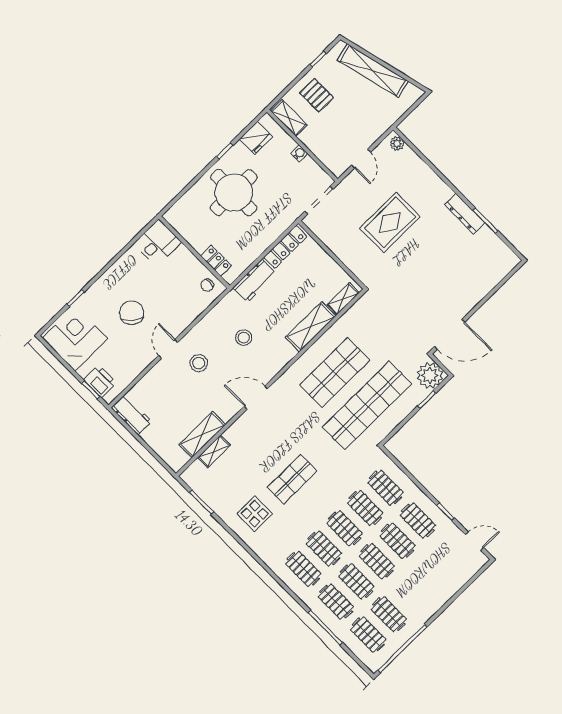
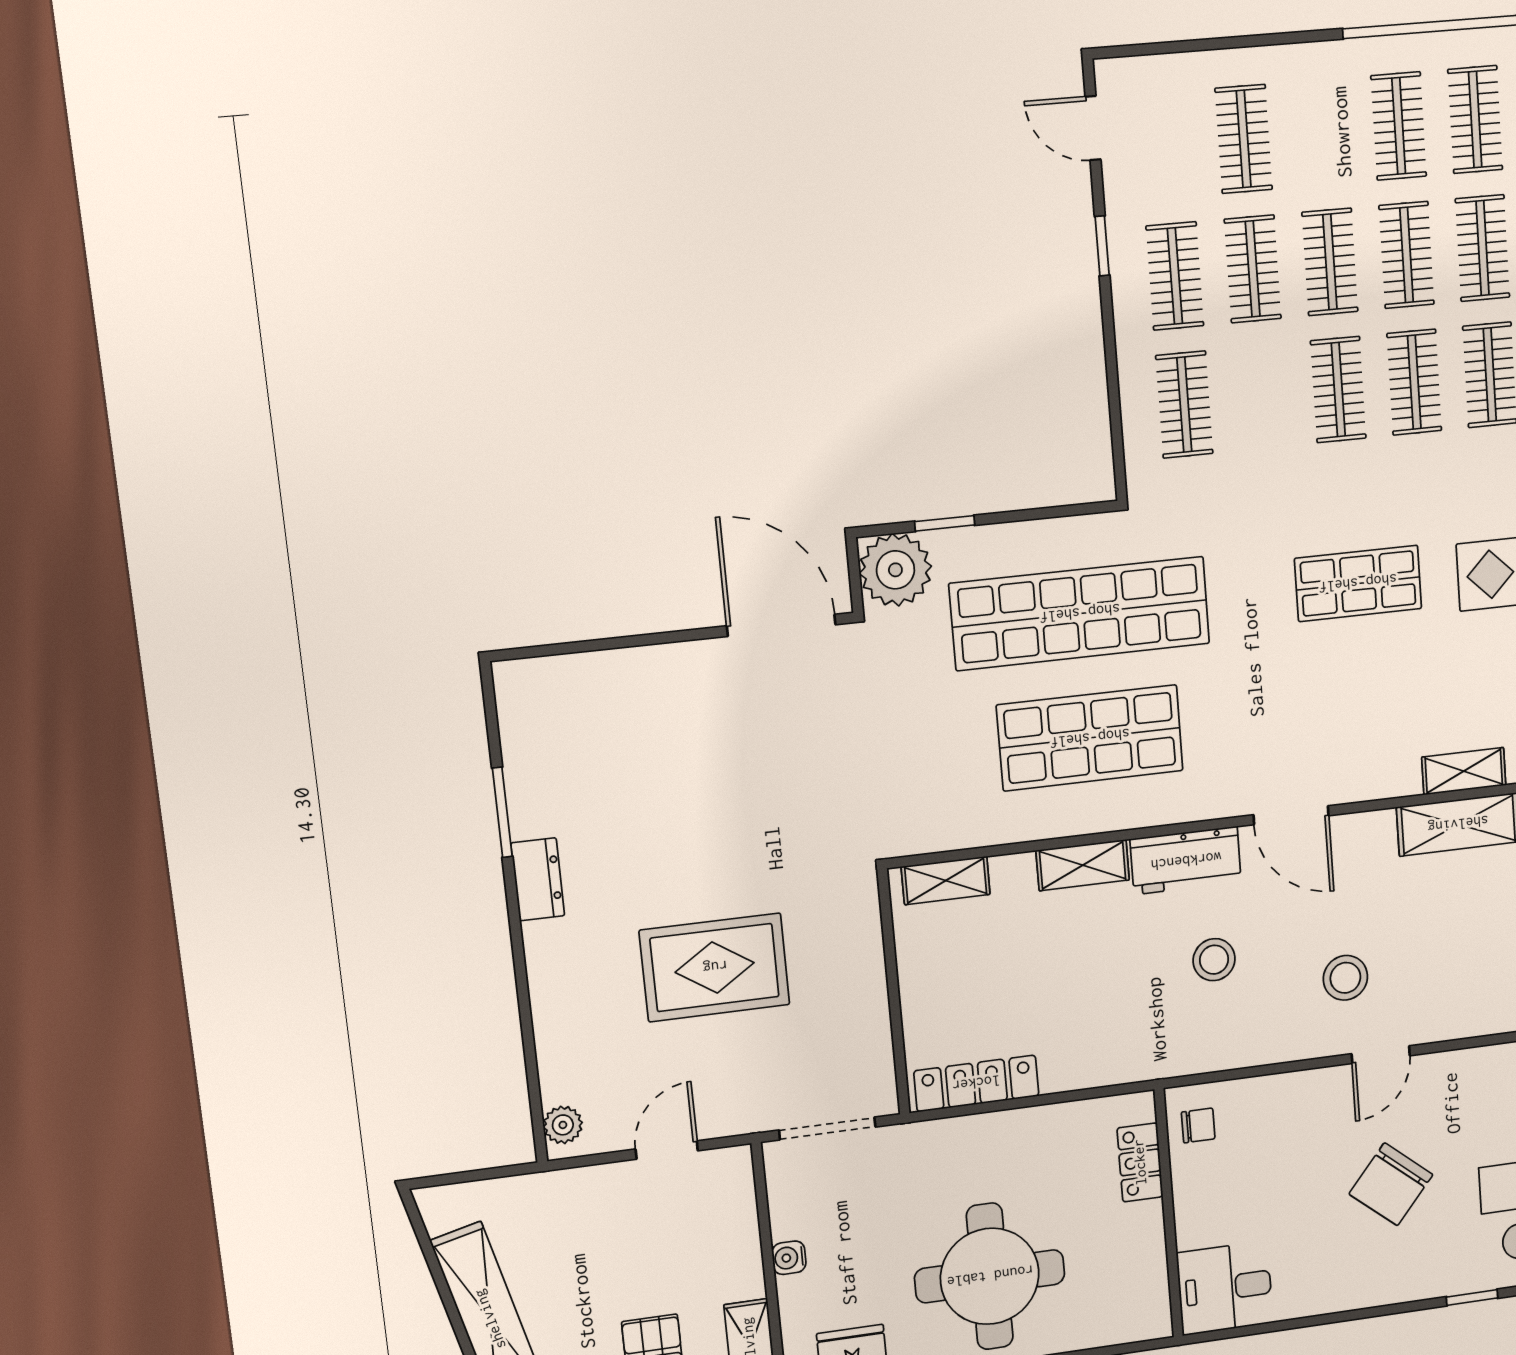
dresser: (465, 214) -> (538, 879), width x0.70
workbench: (255, 281) -> (1186, 861), moved, turned 180
shelving: (311, 327) -> (1083, 865), width x0.67, depth x0.75
clothes rail: (365, 508) -> (1244, 139), moved

